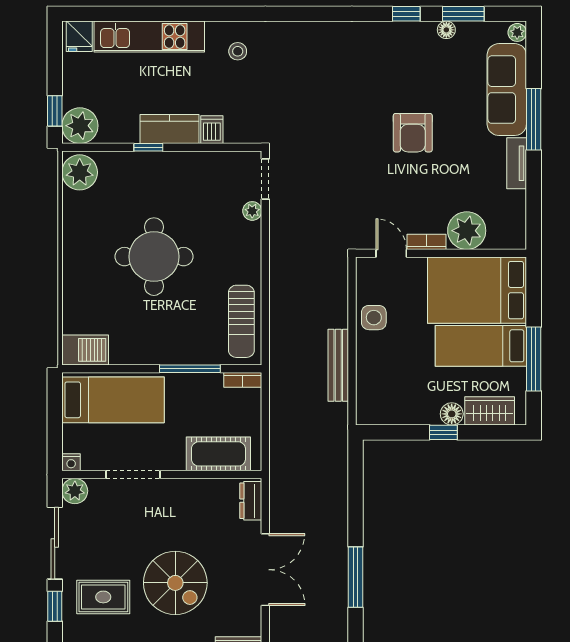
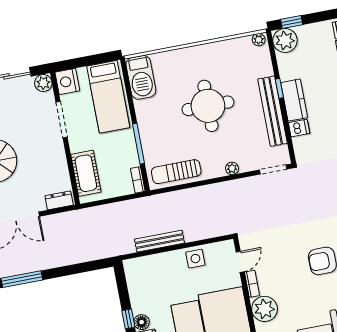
bench: (180, 164) -> (273, 111), added
plant: (80, 172) -> (259, 40), width x0.53, depth x0.53
plant: (252, 211) -> (232, 168), moved
barbecue: (85, 350) -> (141, 77), width x1.37, depth x1.21
nightstand: (71, 462) -> (67, 82), width x1.89, depth x1.79

